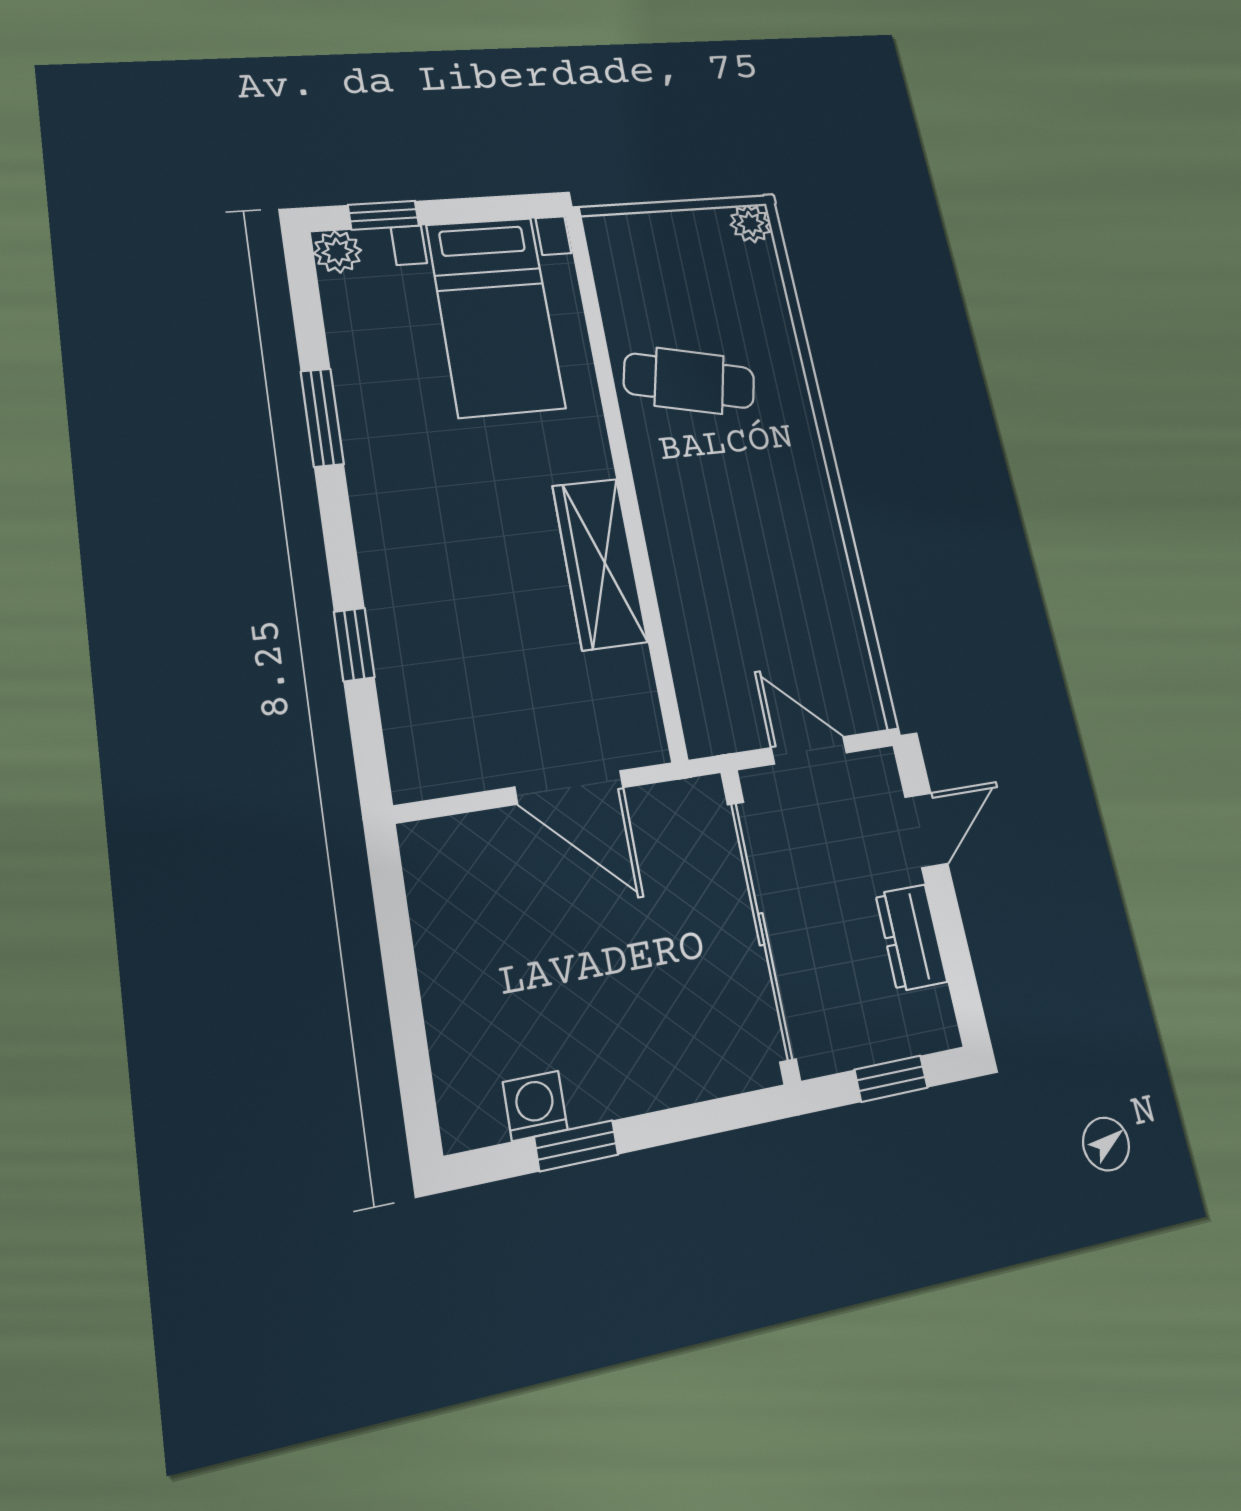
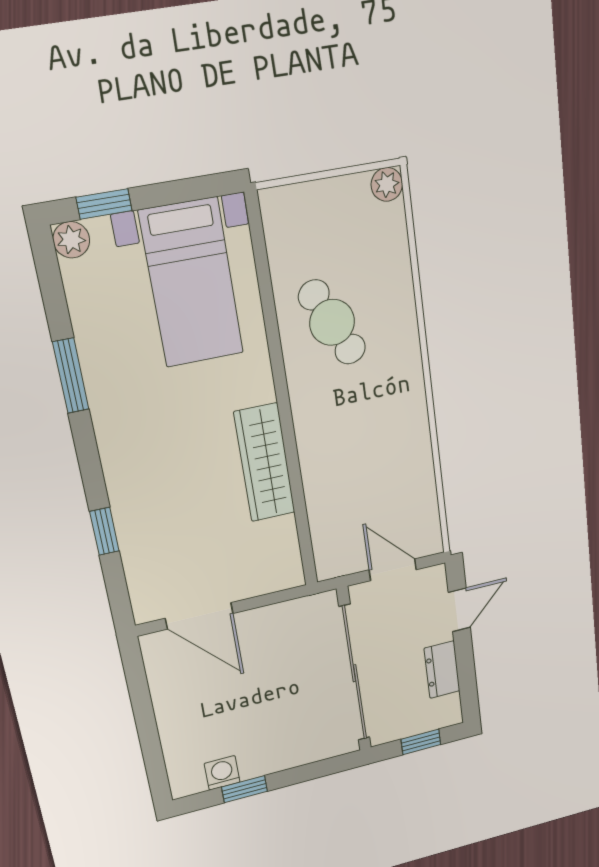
cafe table: (689, 381) -> (332, 322), turned 51
door: (569, 787) -> (199, 616), moved

